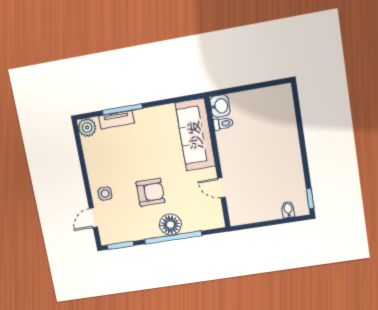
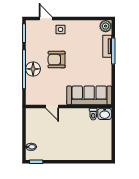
door: (222, 188) -> (52, 106), swing flipped
armchair: (150, 192) -> (57, 60), turned 90

